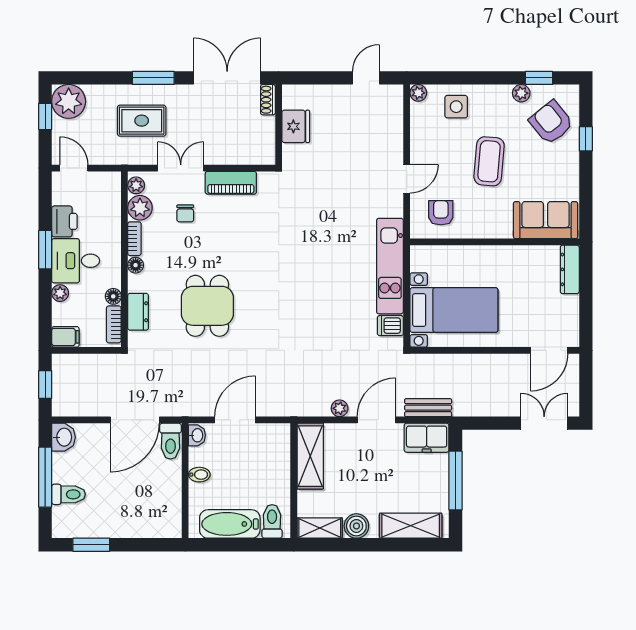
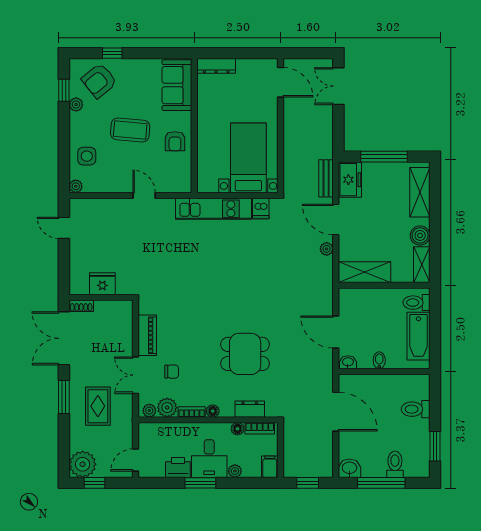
armchair: (441, 213) -> (175, 141), moved, turned -90
toilet: (171, 441) -> (416, 409), moved, turned 180

